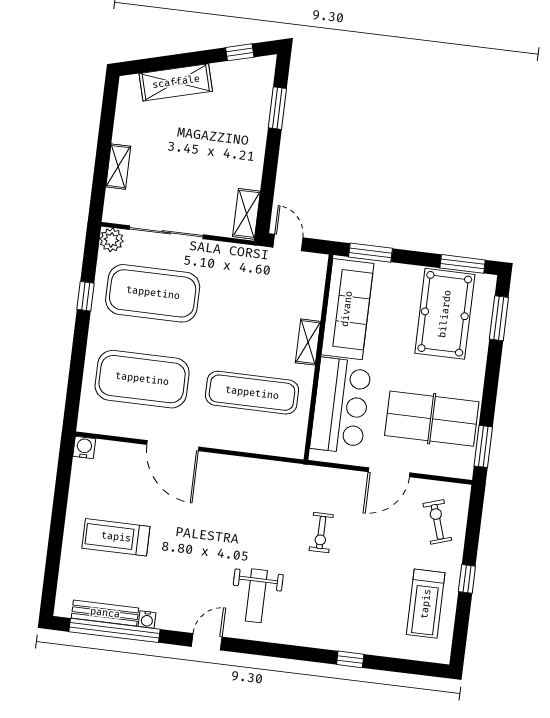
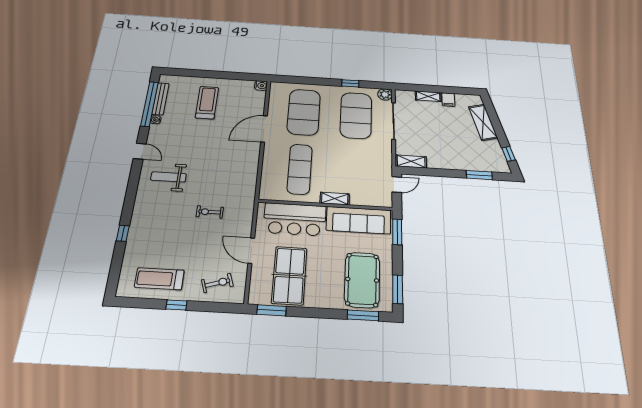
filing cabinet: (127, 133) -> (448, 100), added
pool table: (445, 314) -> (362, 280), turned 90

